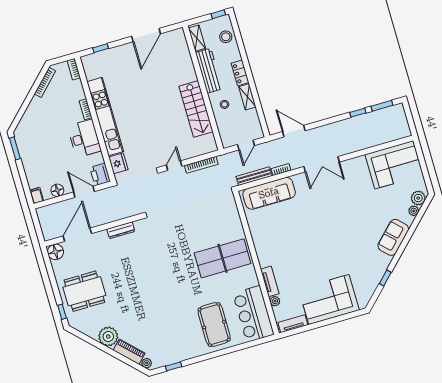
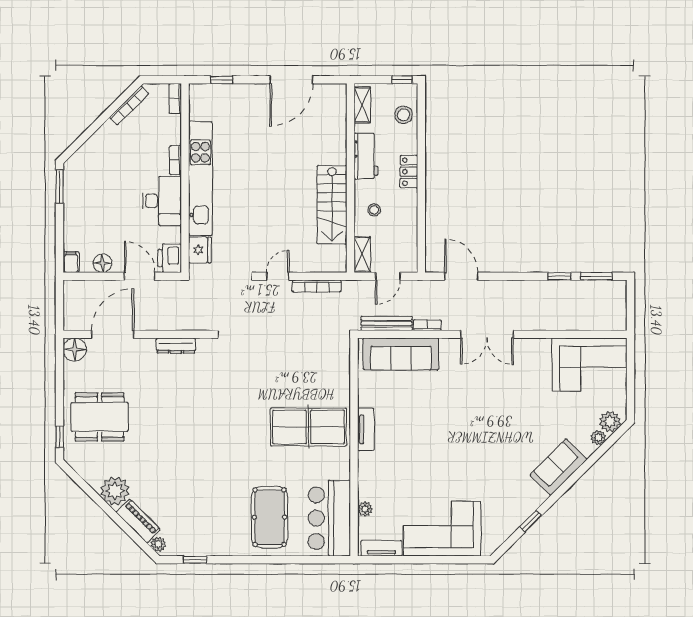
workbench: (209, 71) -> (366, 156), width x0.73
shelving: (247, 97) -> (362, 254), moved
tv unit: (270, 281) -> (366, 429), moved

